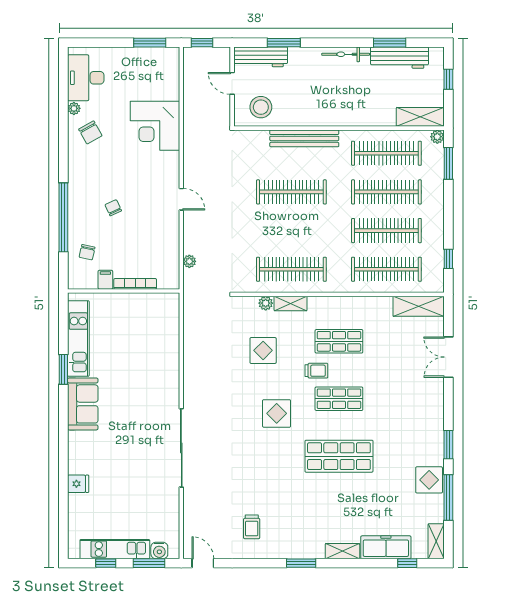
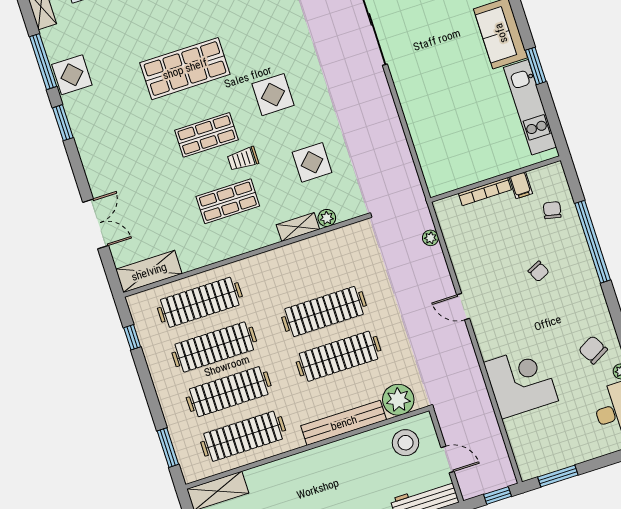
plant: (437, 137) -> (398, 400), moved, width x1.88, depth x1.88
clothes rail: (291, 269) -> (324, 312), moved

